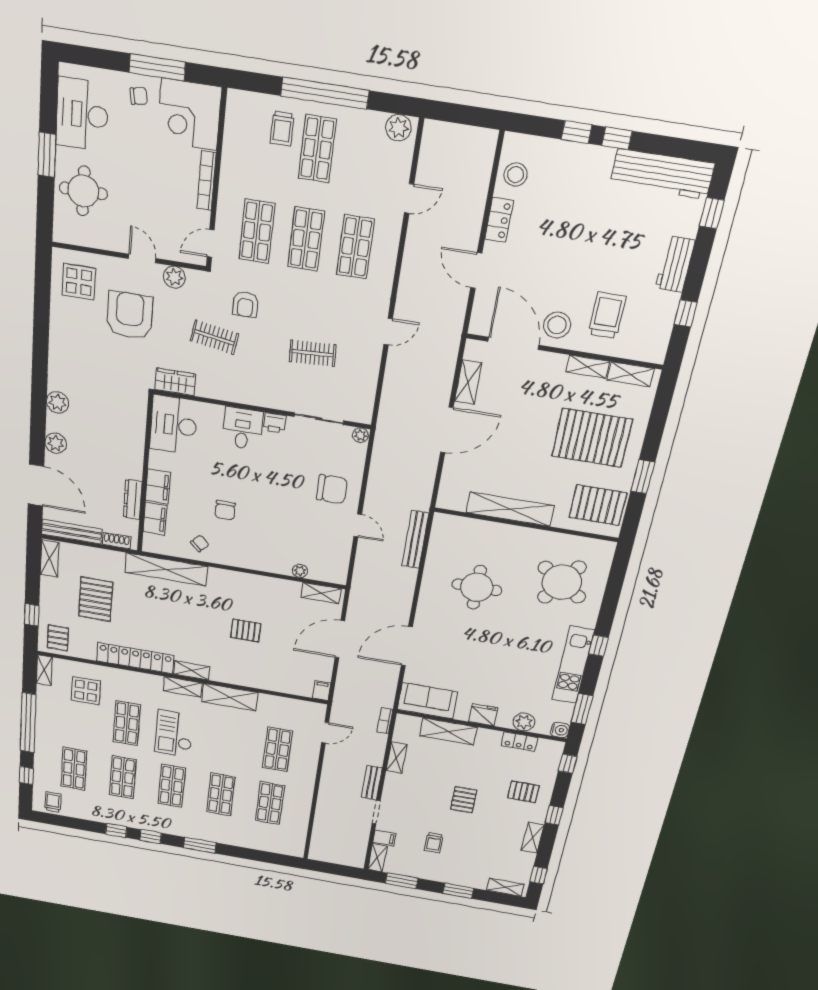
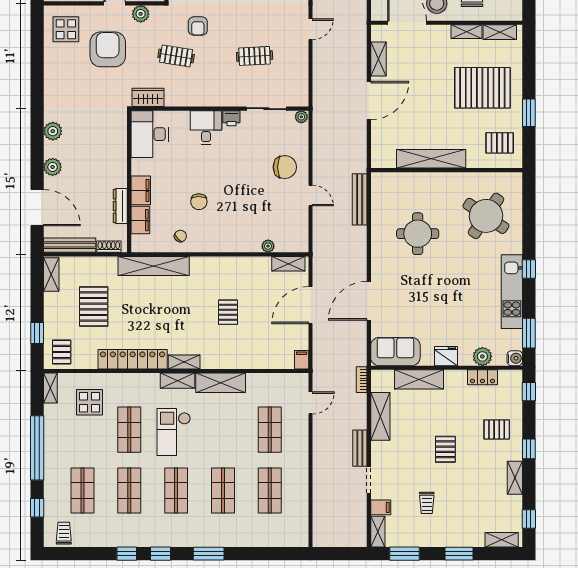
pallet: (598, 505) -> (500, 143), width x0.67, depth x0.71
pallet: (246, 630) -> (228, 312), turned 90
shelving: (397, 758) -> (380, 416), width x1.50, depth x1.33

